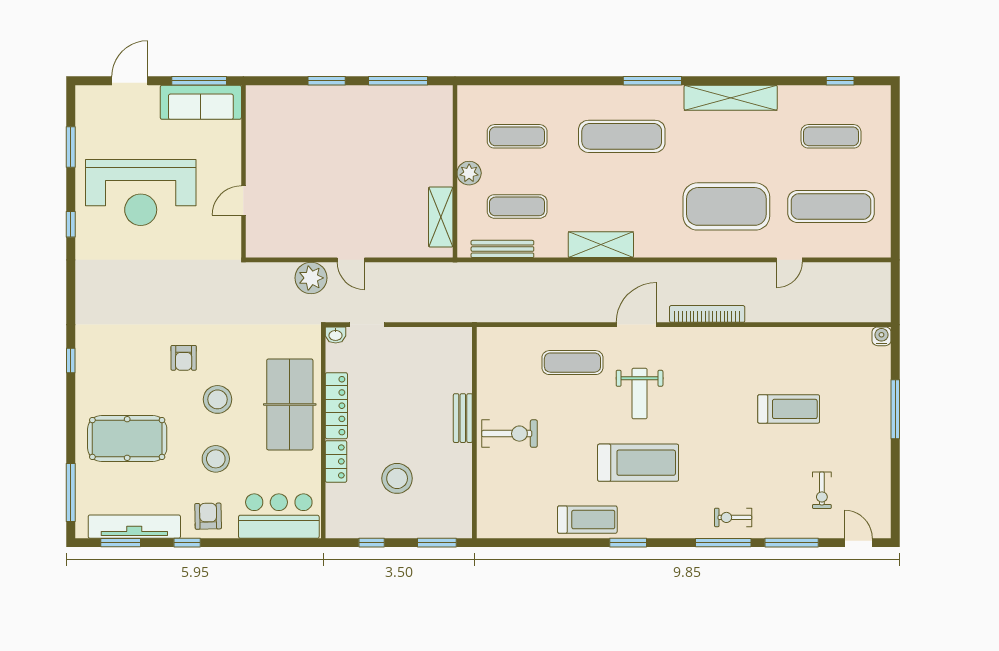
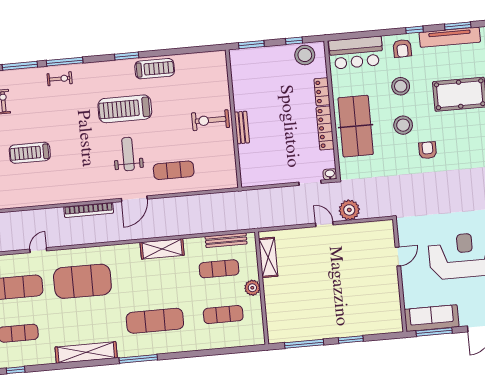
stool: (397, 478) -> (305, 55), moved
treadmill: (587, 520) -> (155, 69), turned 180

